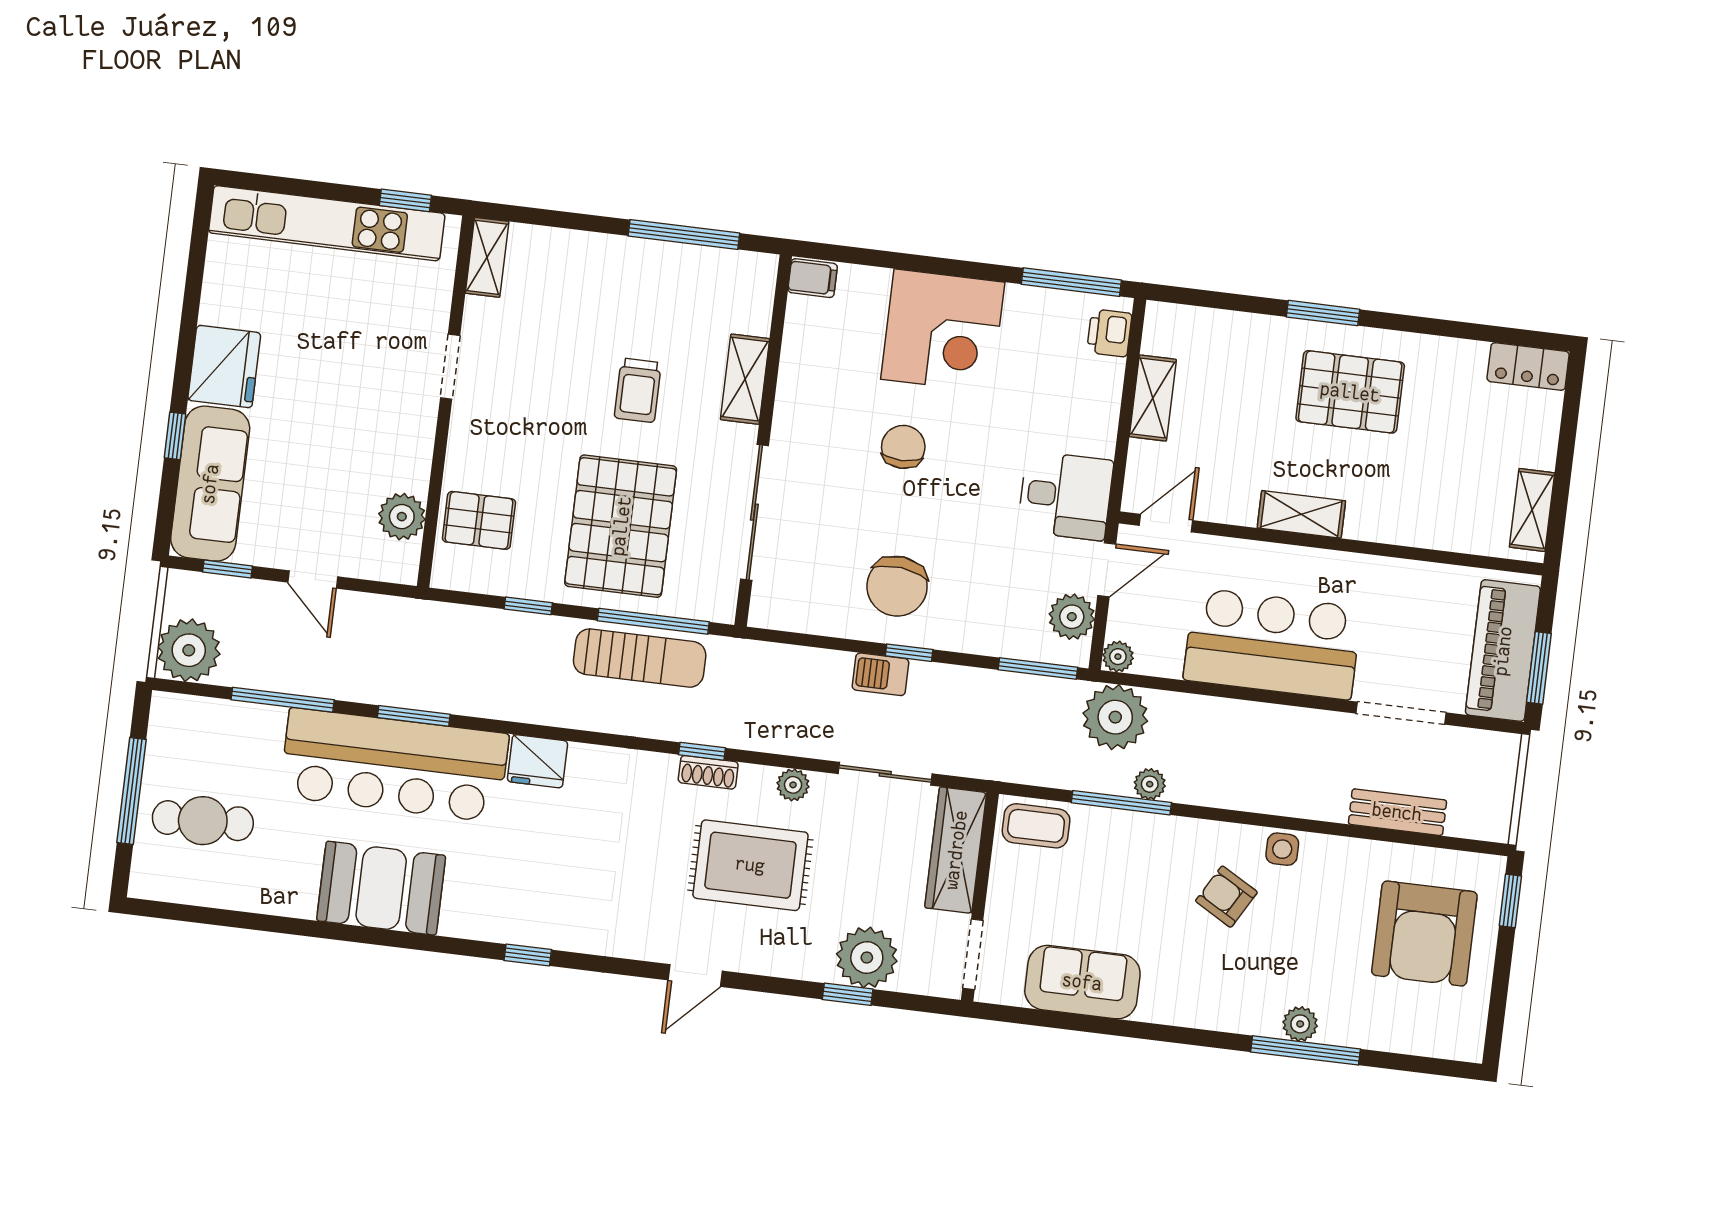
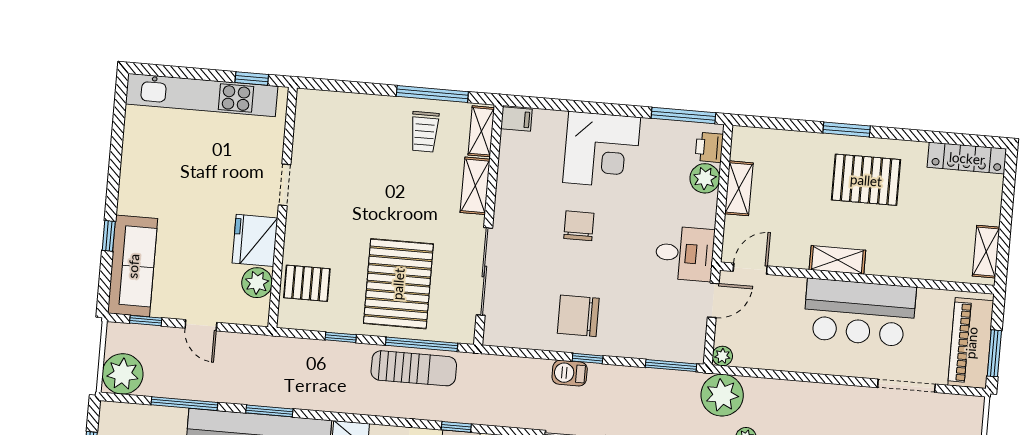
shelving: (487, 257) -> (481, 131), moved
locker: (1528, 366) -> (967, 158), width x1.53
fridge: (224, 367) -> (255, 240), moved, turned 180
trolley: (638, 390) -> (424, 132), moved
chair: (897, 586) -> (578, 316), turned 84
plant: (1072, 617) -> (705, 178), moved
bar counter: (1272, 644) -> (860, 313), moved, turned 180

